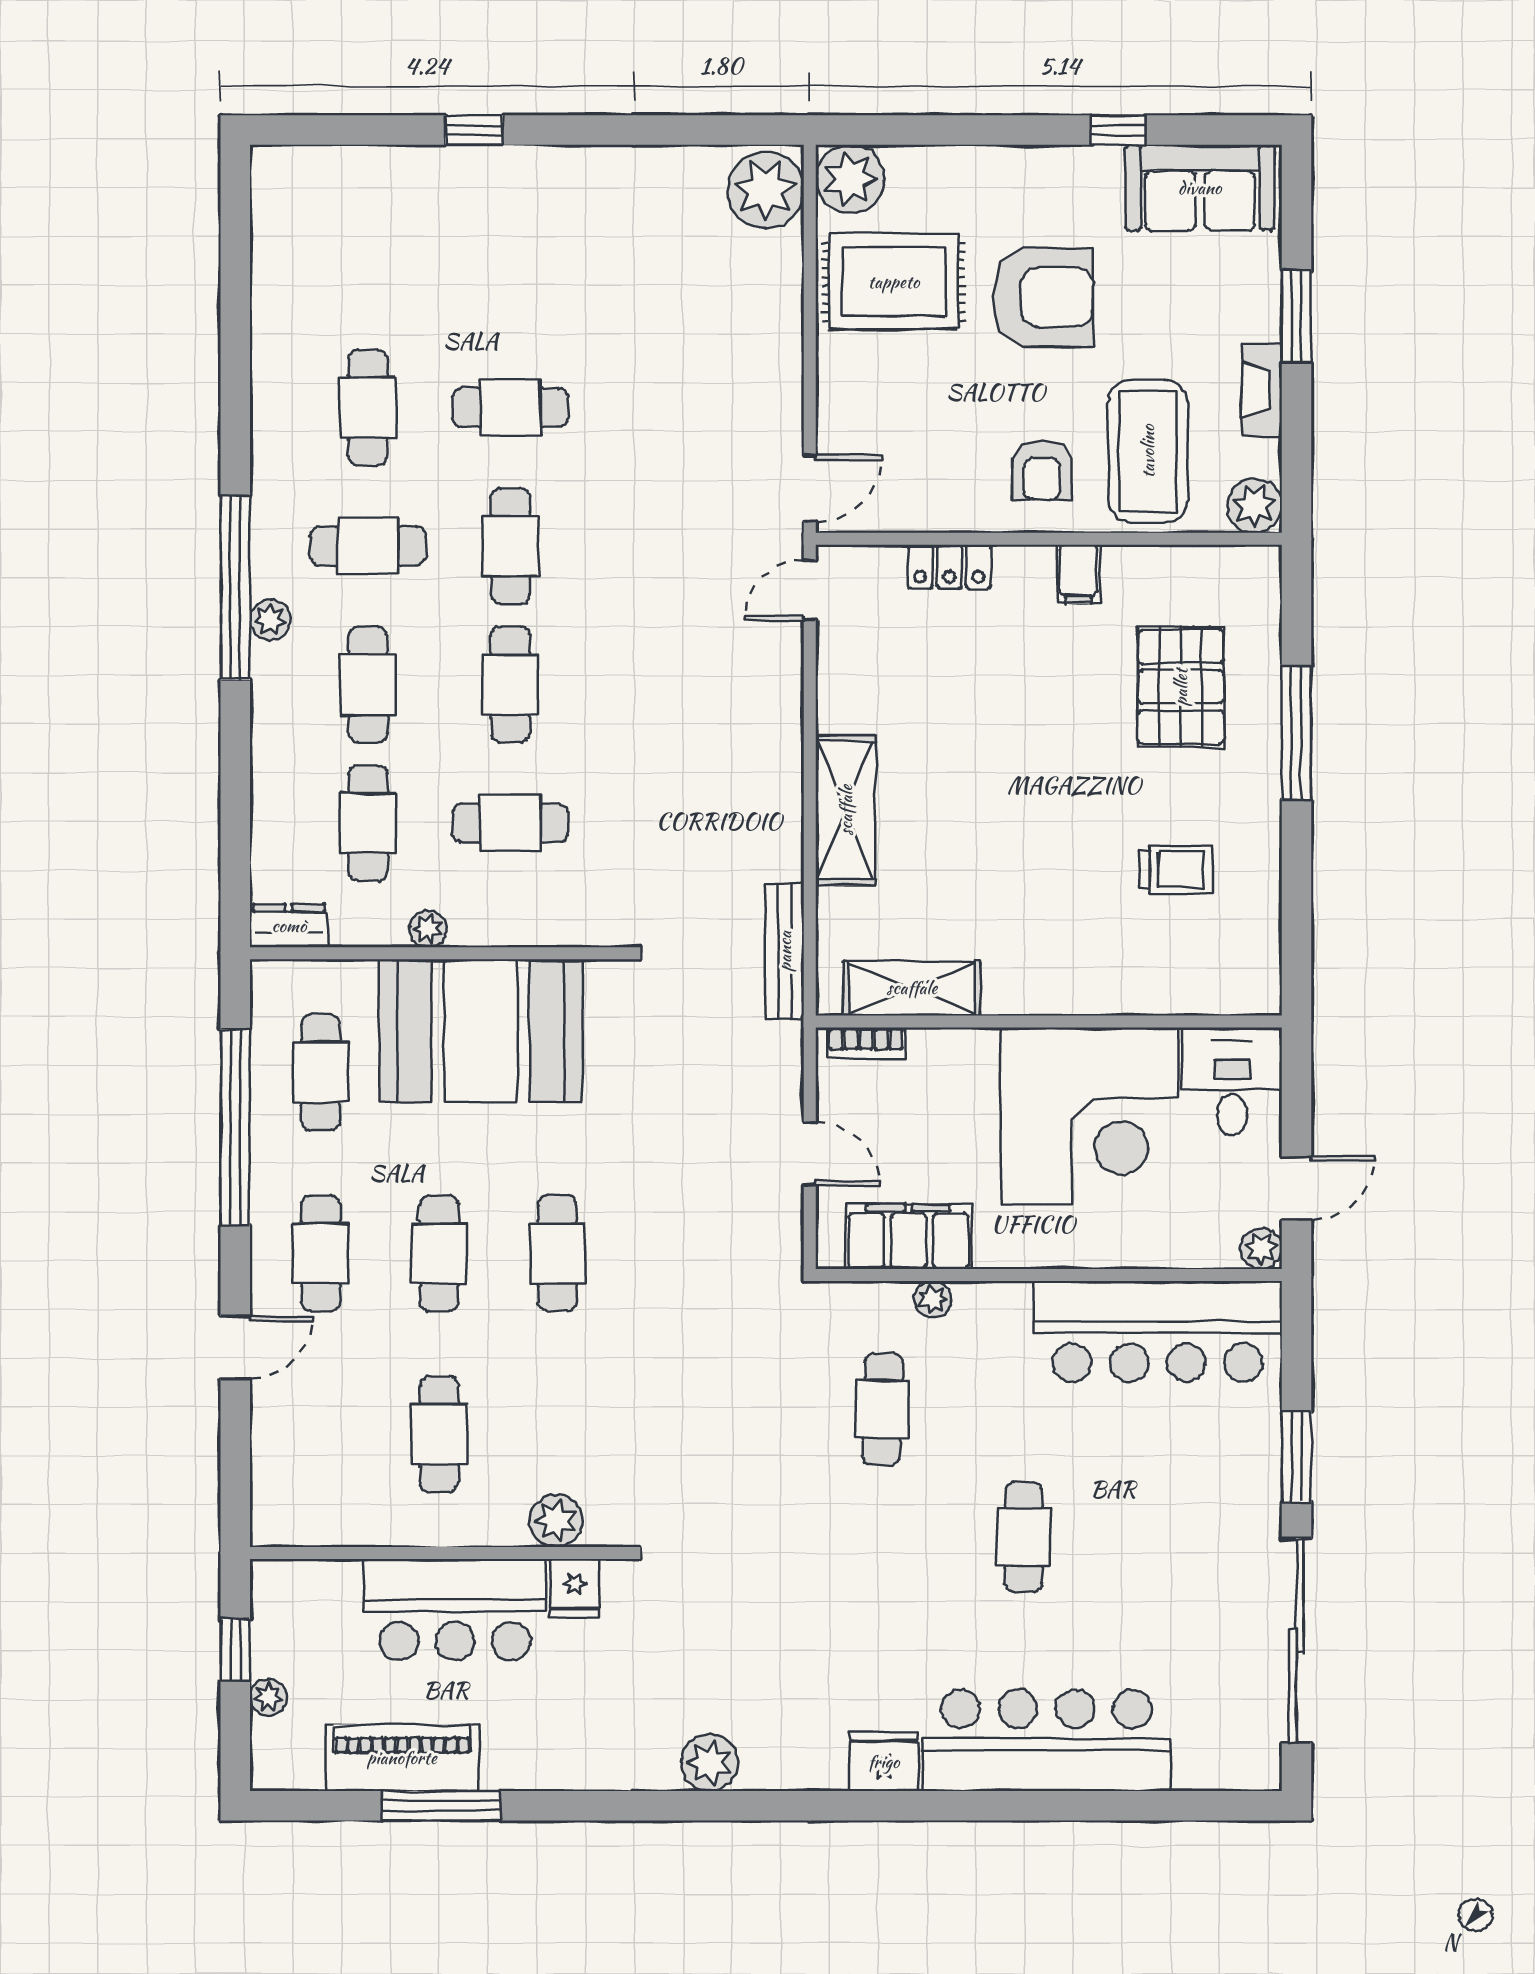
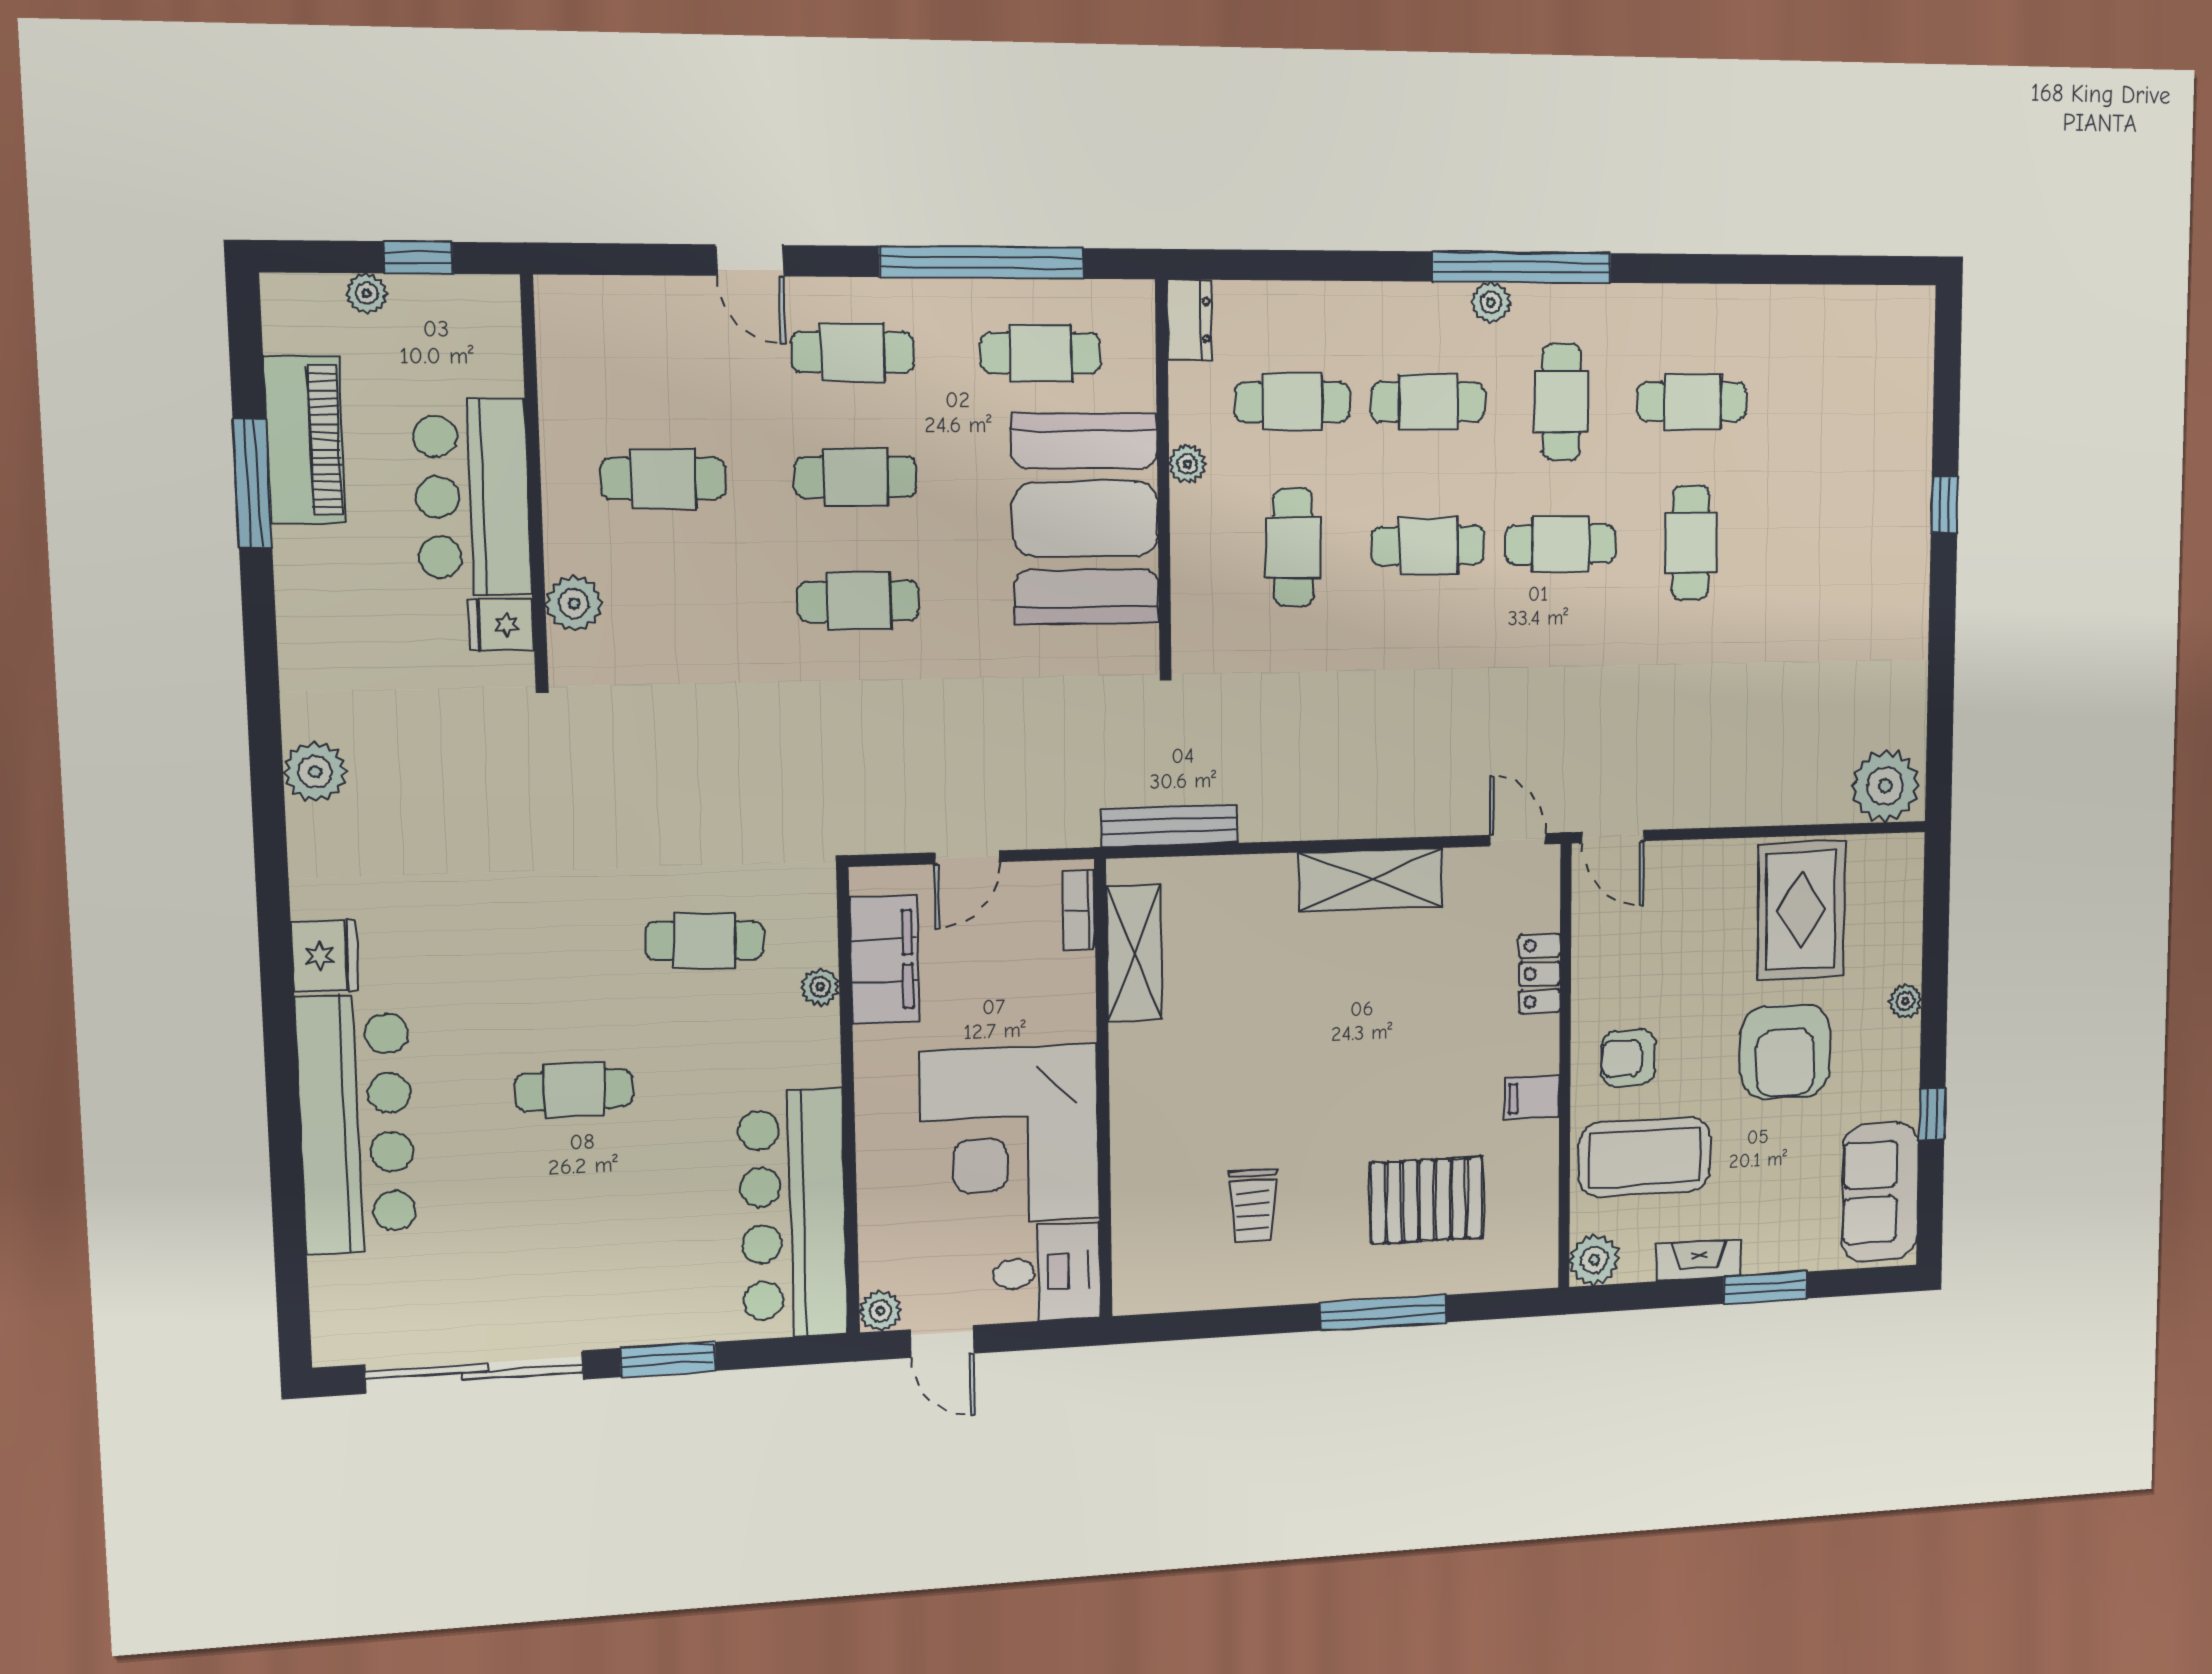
plant: (850, 179) -> (1905, 1001), moved, width x0.53, depth x0.53
shelving: (846, 810) -> (1371, 879), moved

